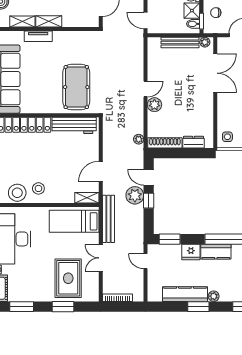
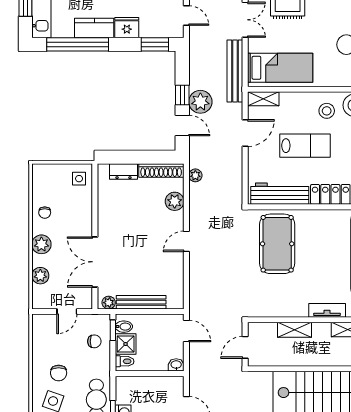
shelving: (49, 21) -> (295, 330), moved
plant: (154, 105) -> (175, 201), moved
lab bench: (55, 162) -> (305, 146), added

